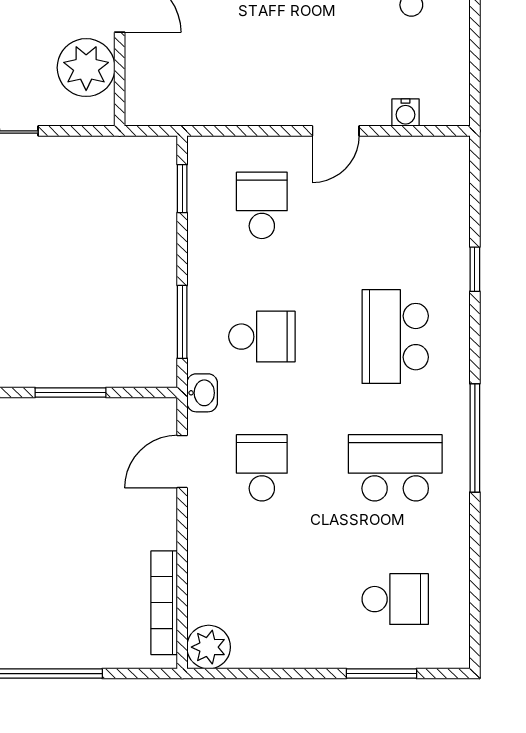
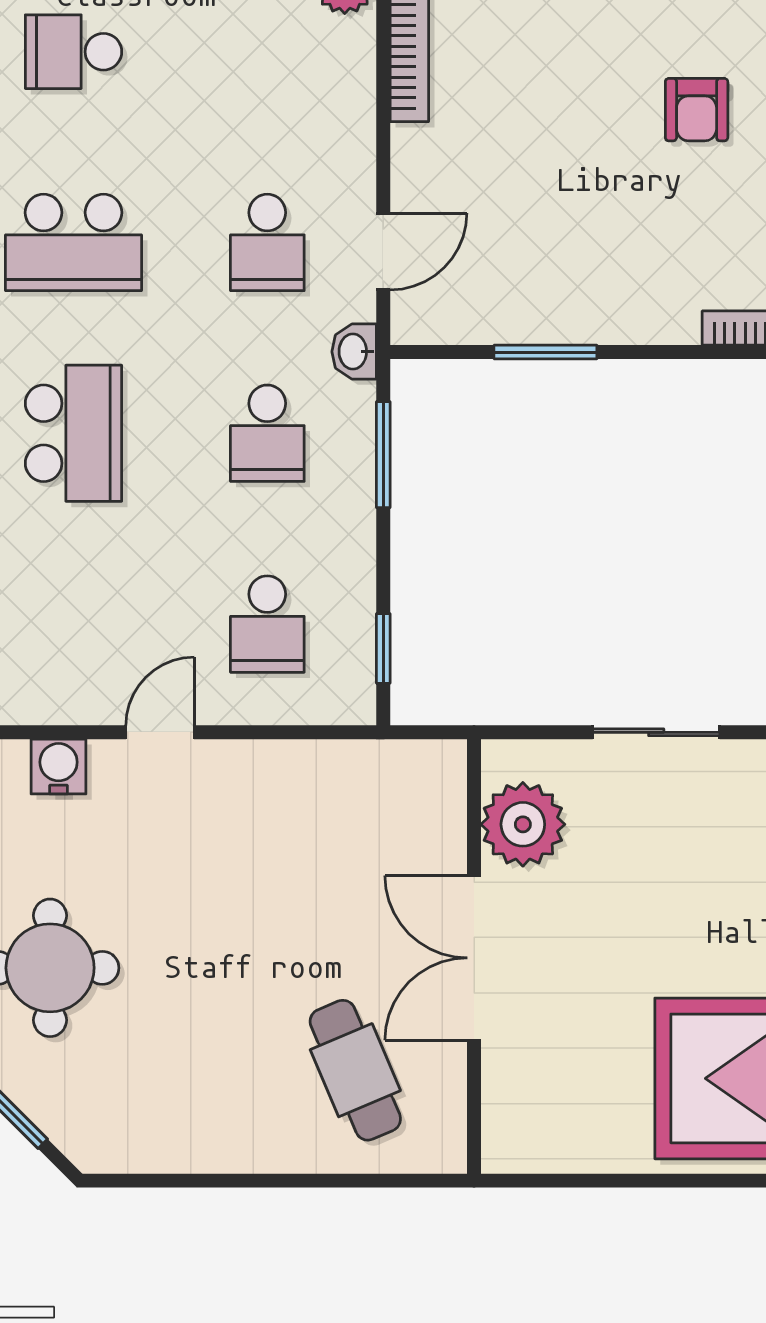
water cooler: (405, 113) -> (59, 767), width x1.38, depth x1.38
school desk: (262, 337) -> (267, 433), turned -90

